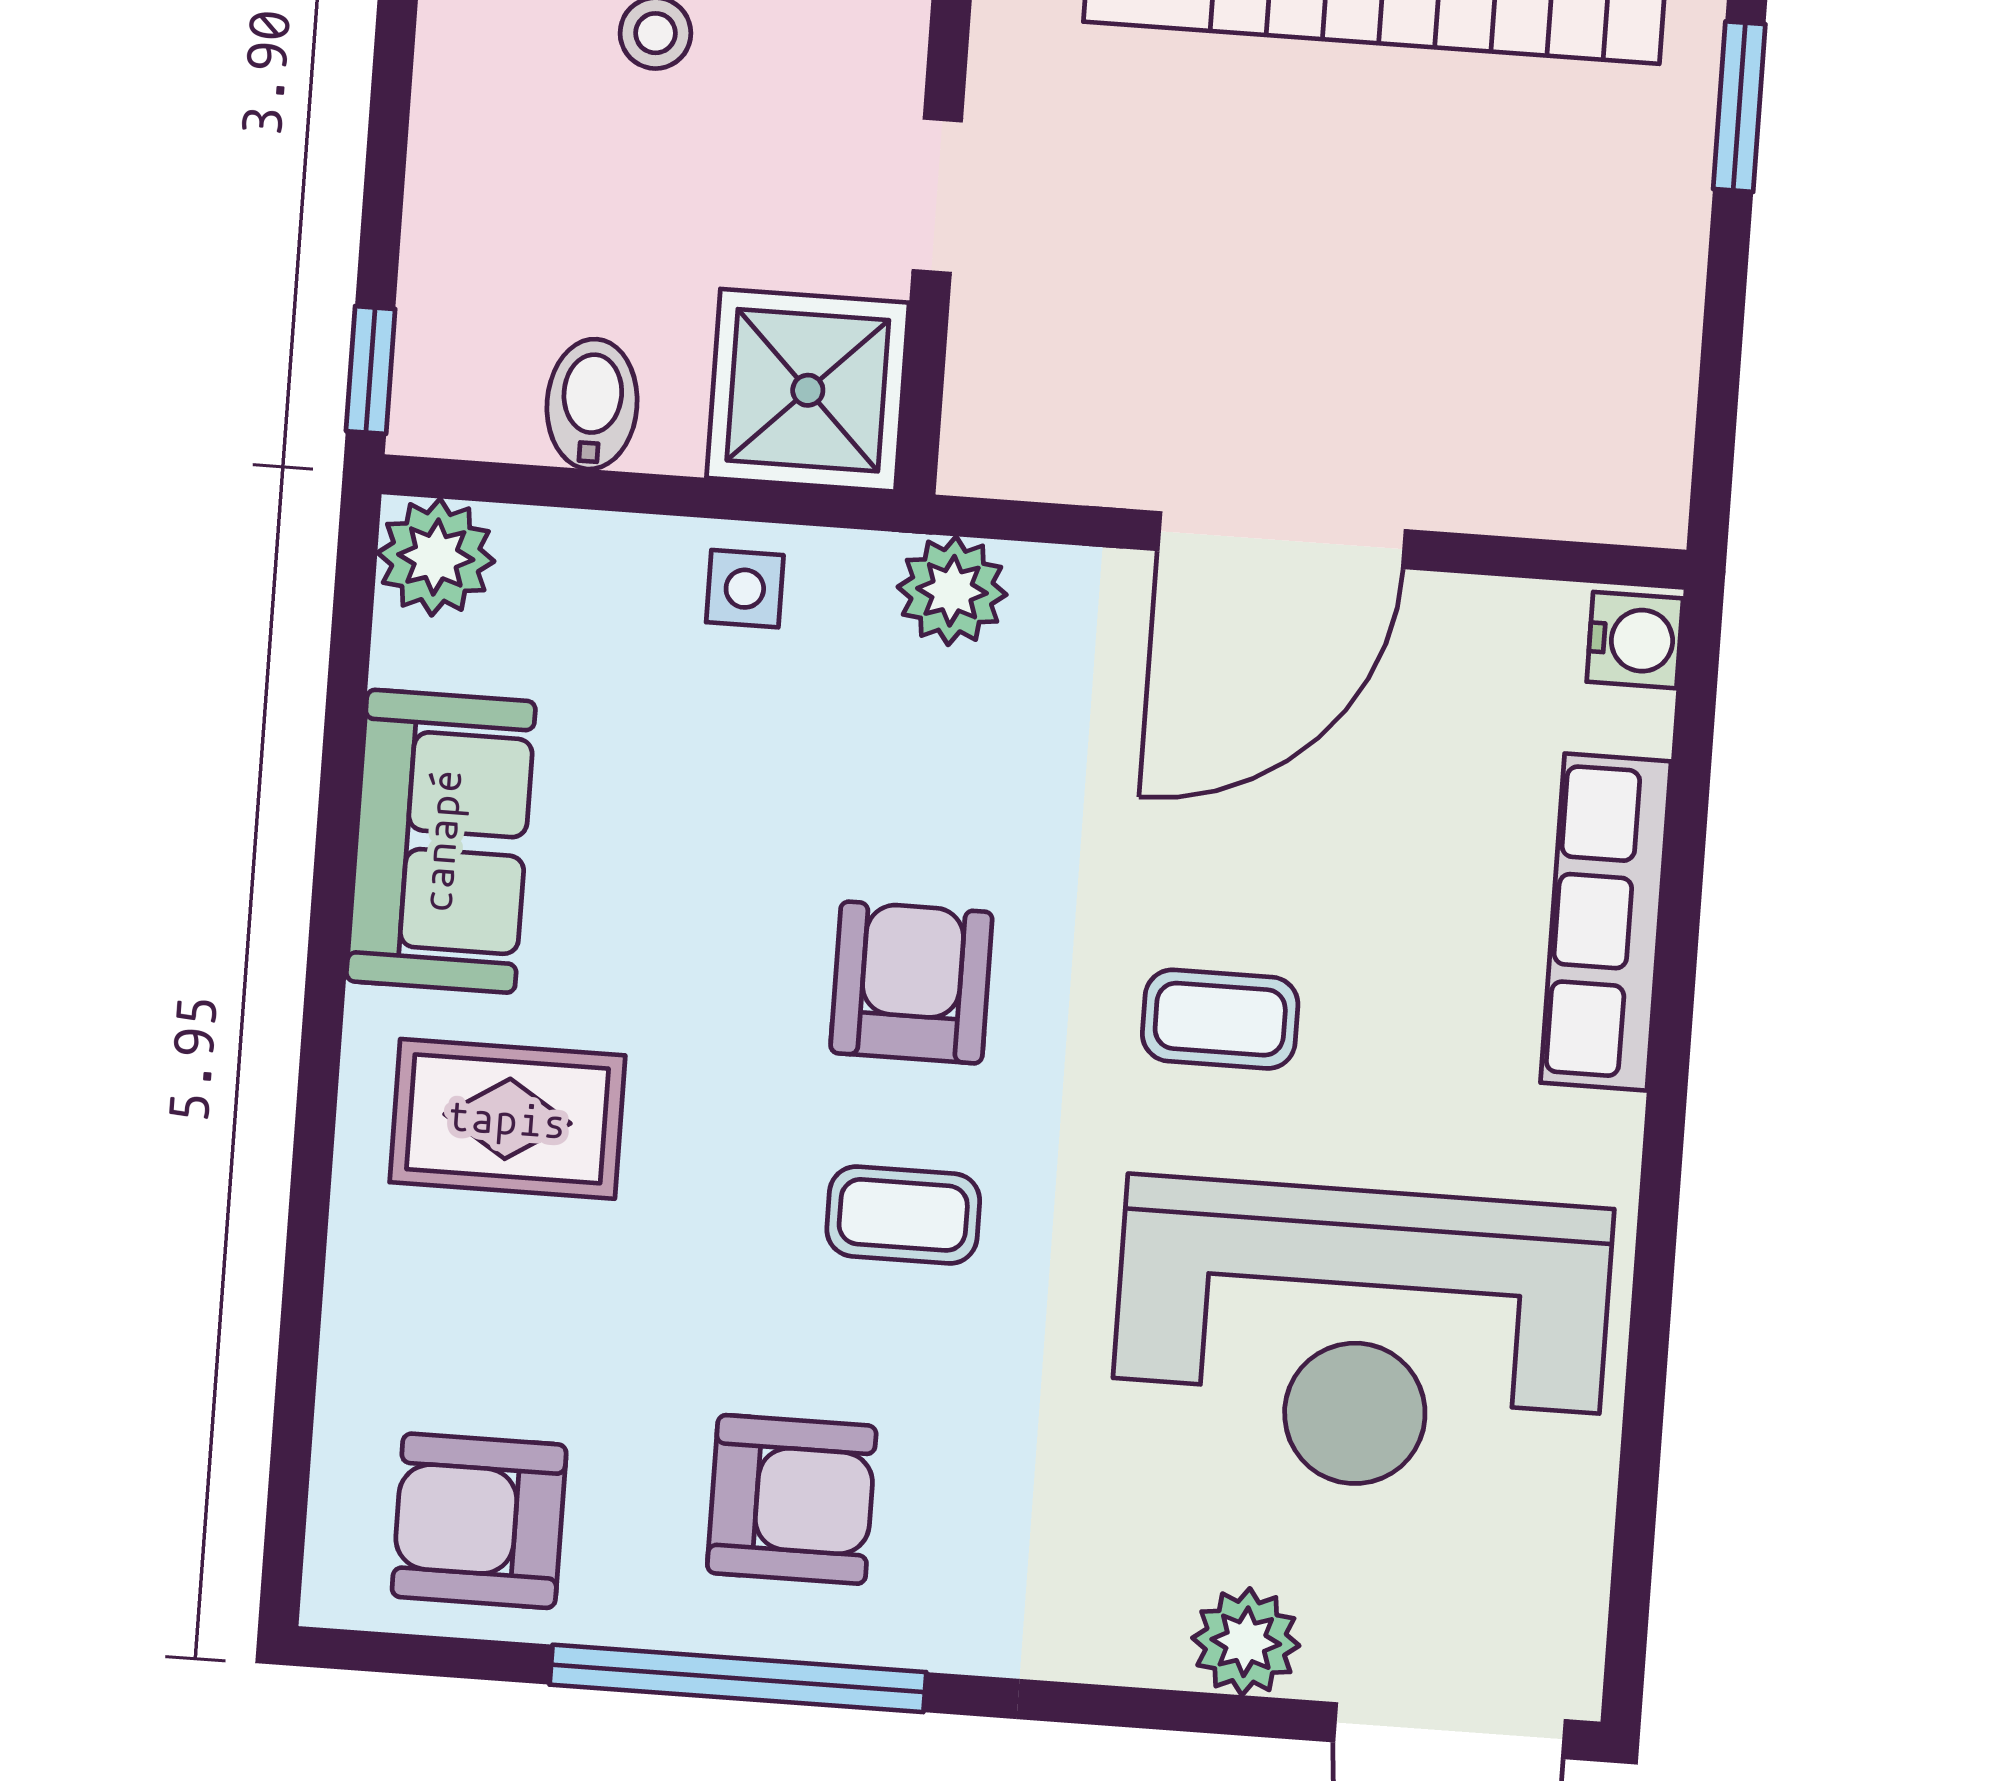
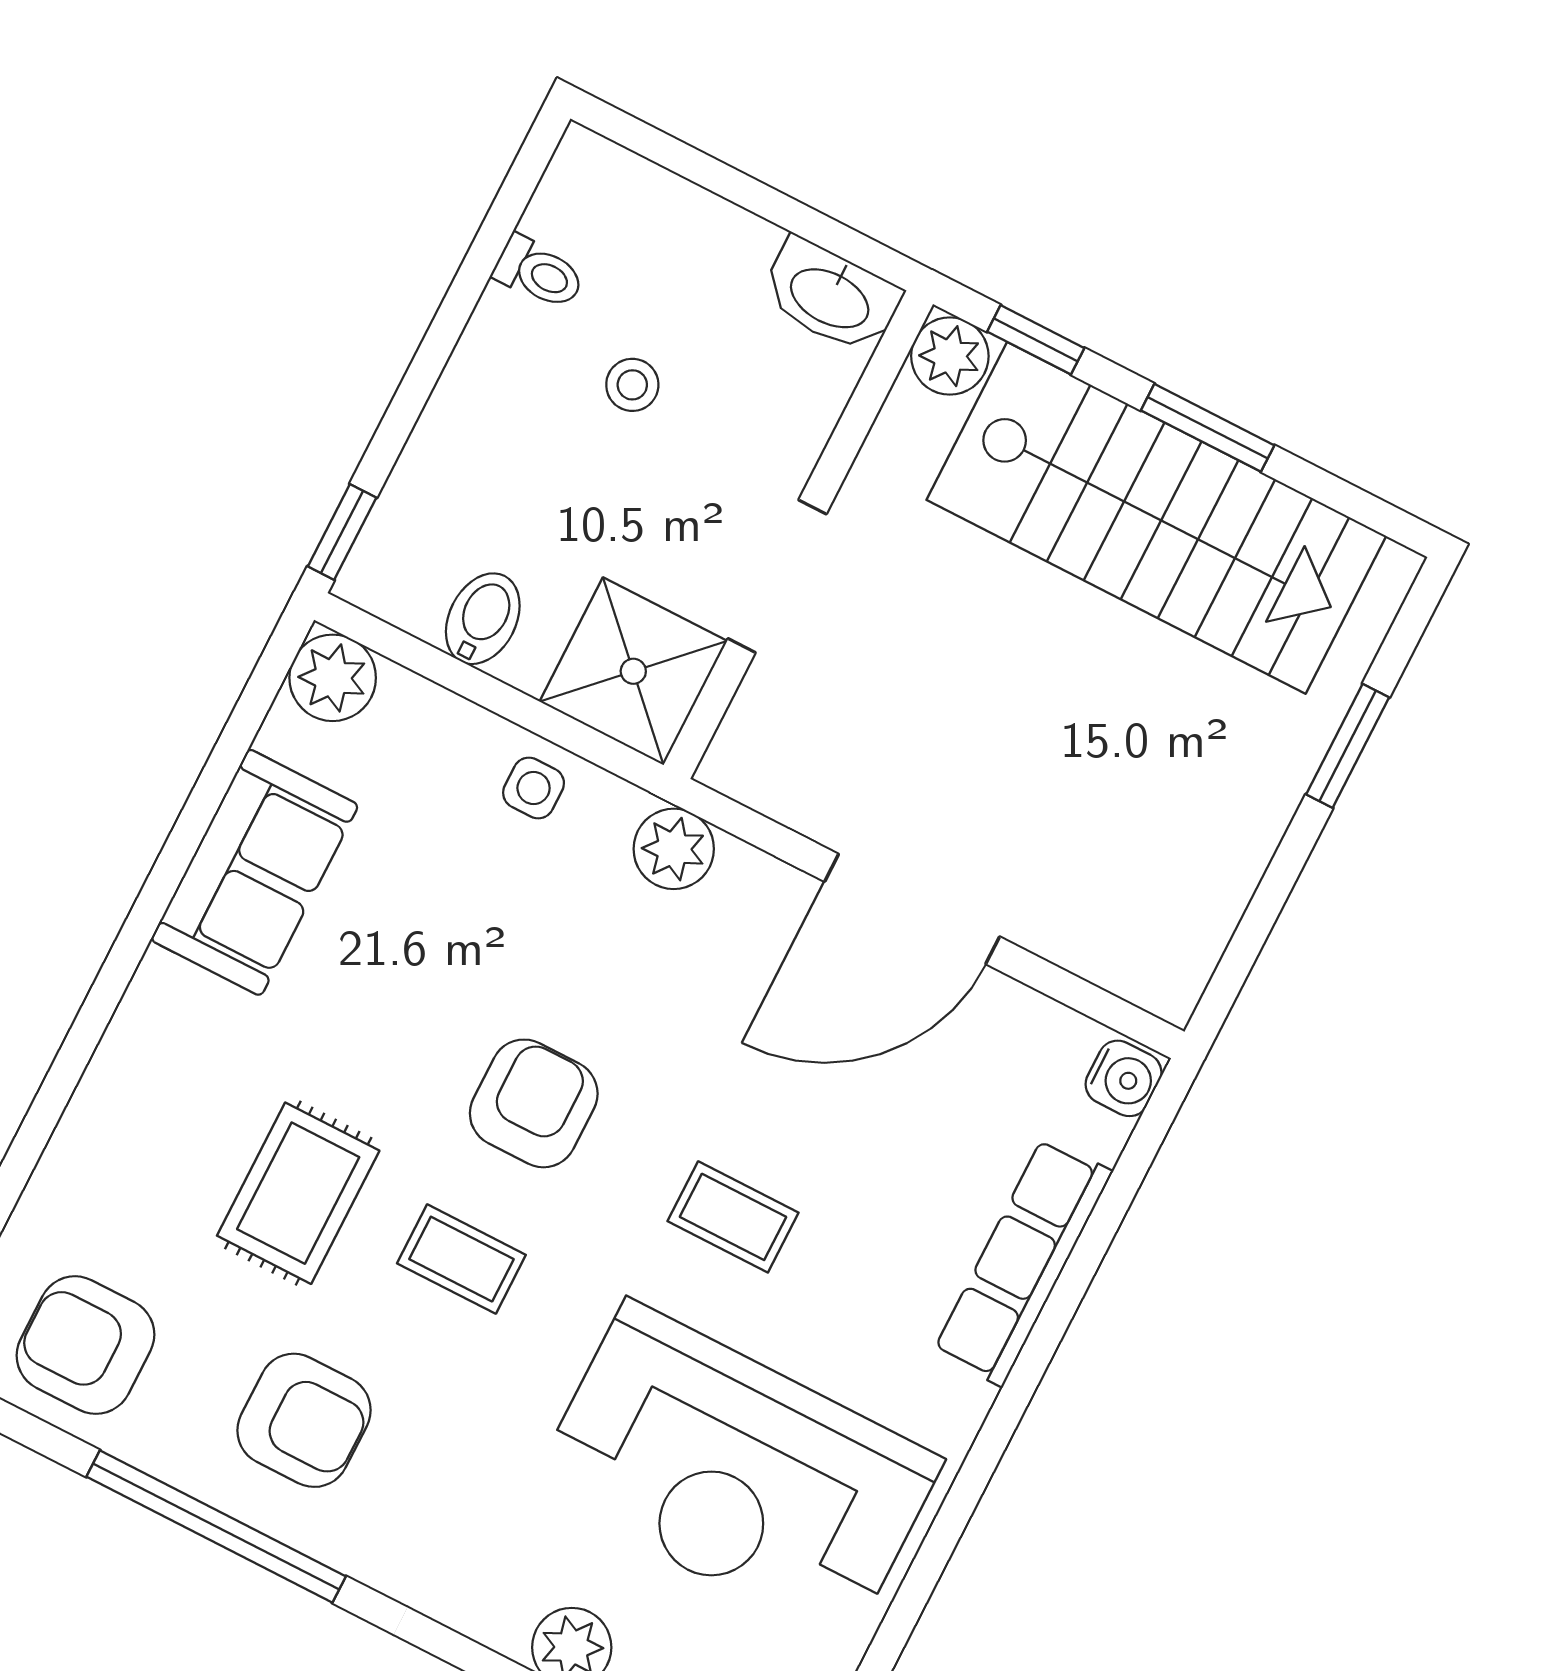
doorway: (937, 196) -> (777, 576), width x1.38
rug: (507, 1119) -> (298, 1193), moved, turned 90

